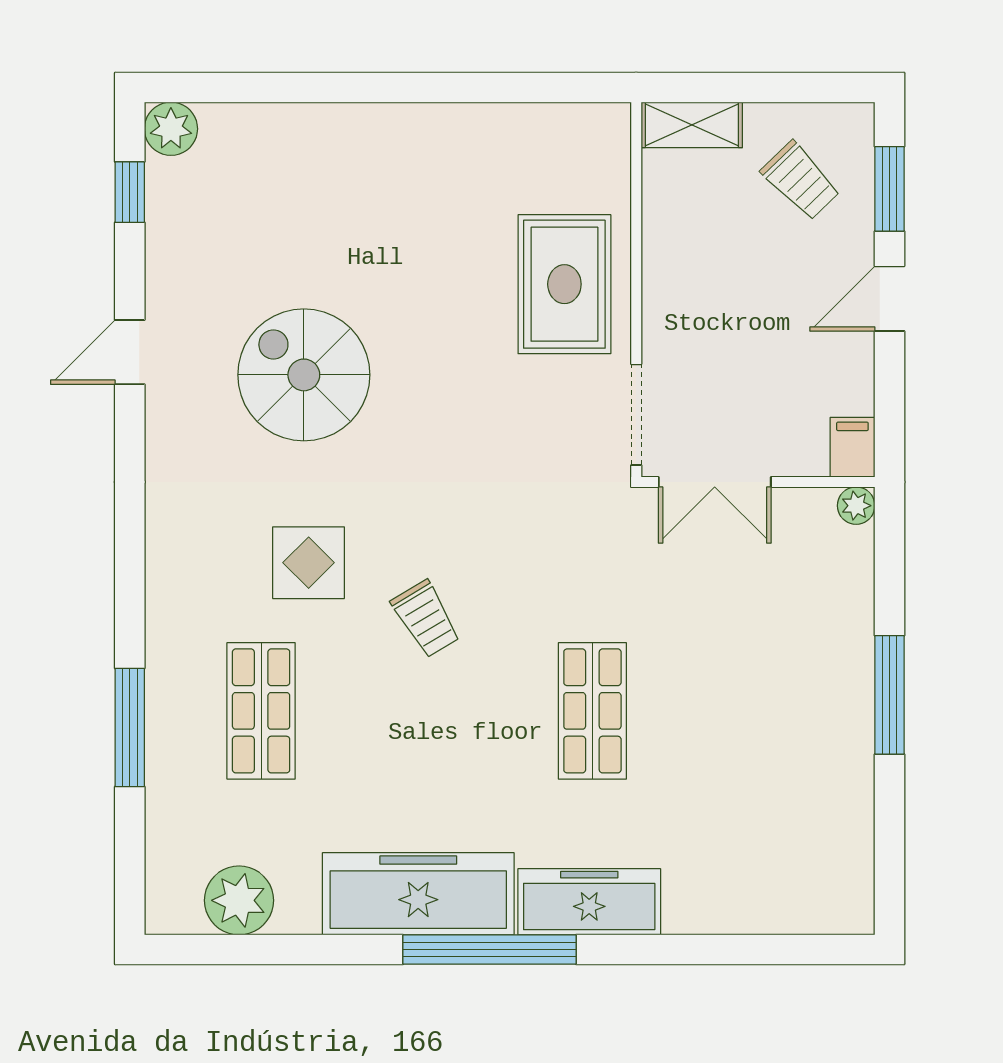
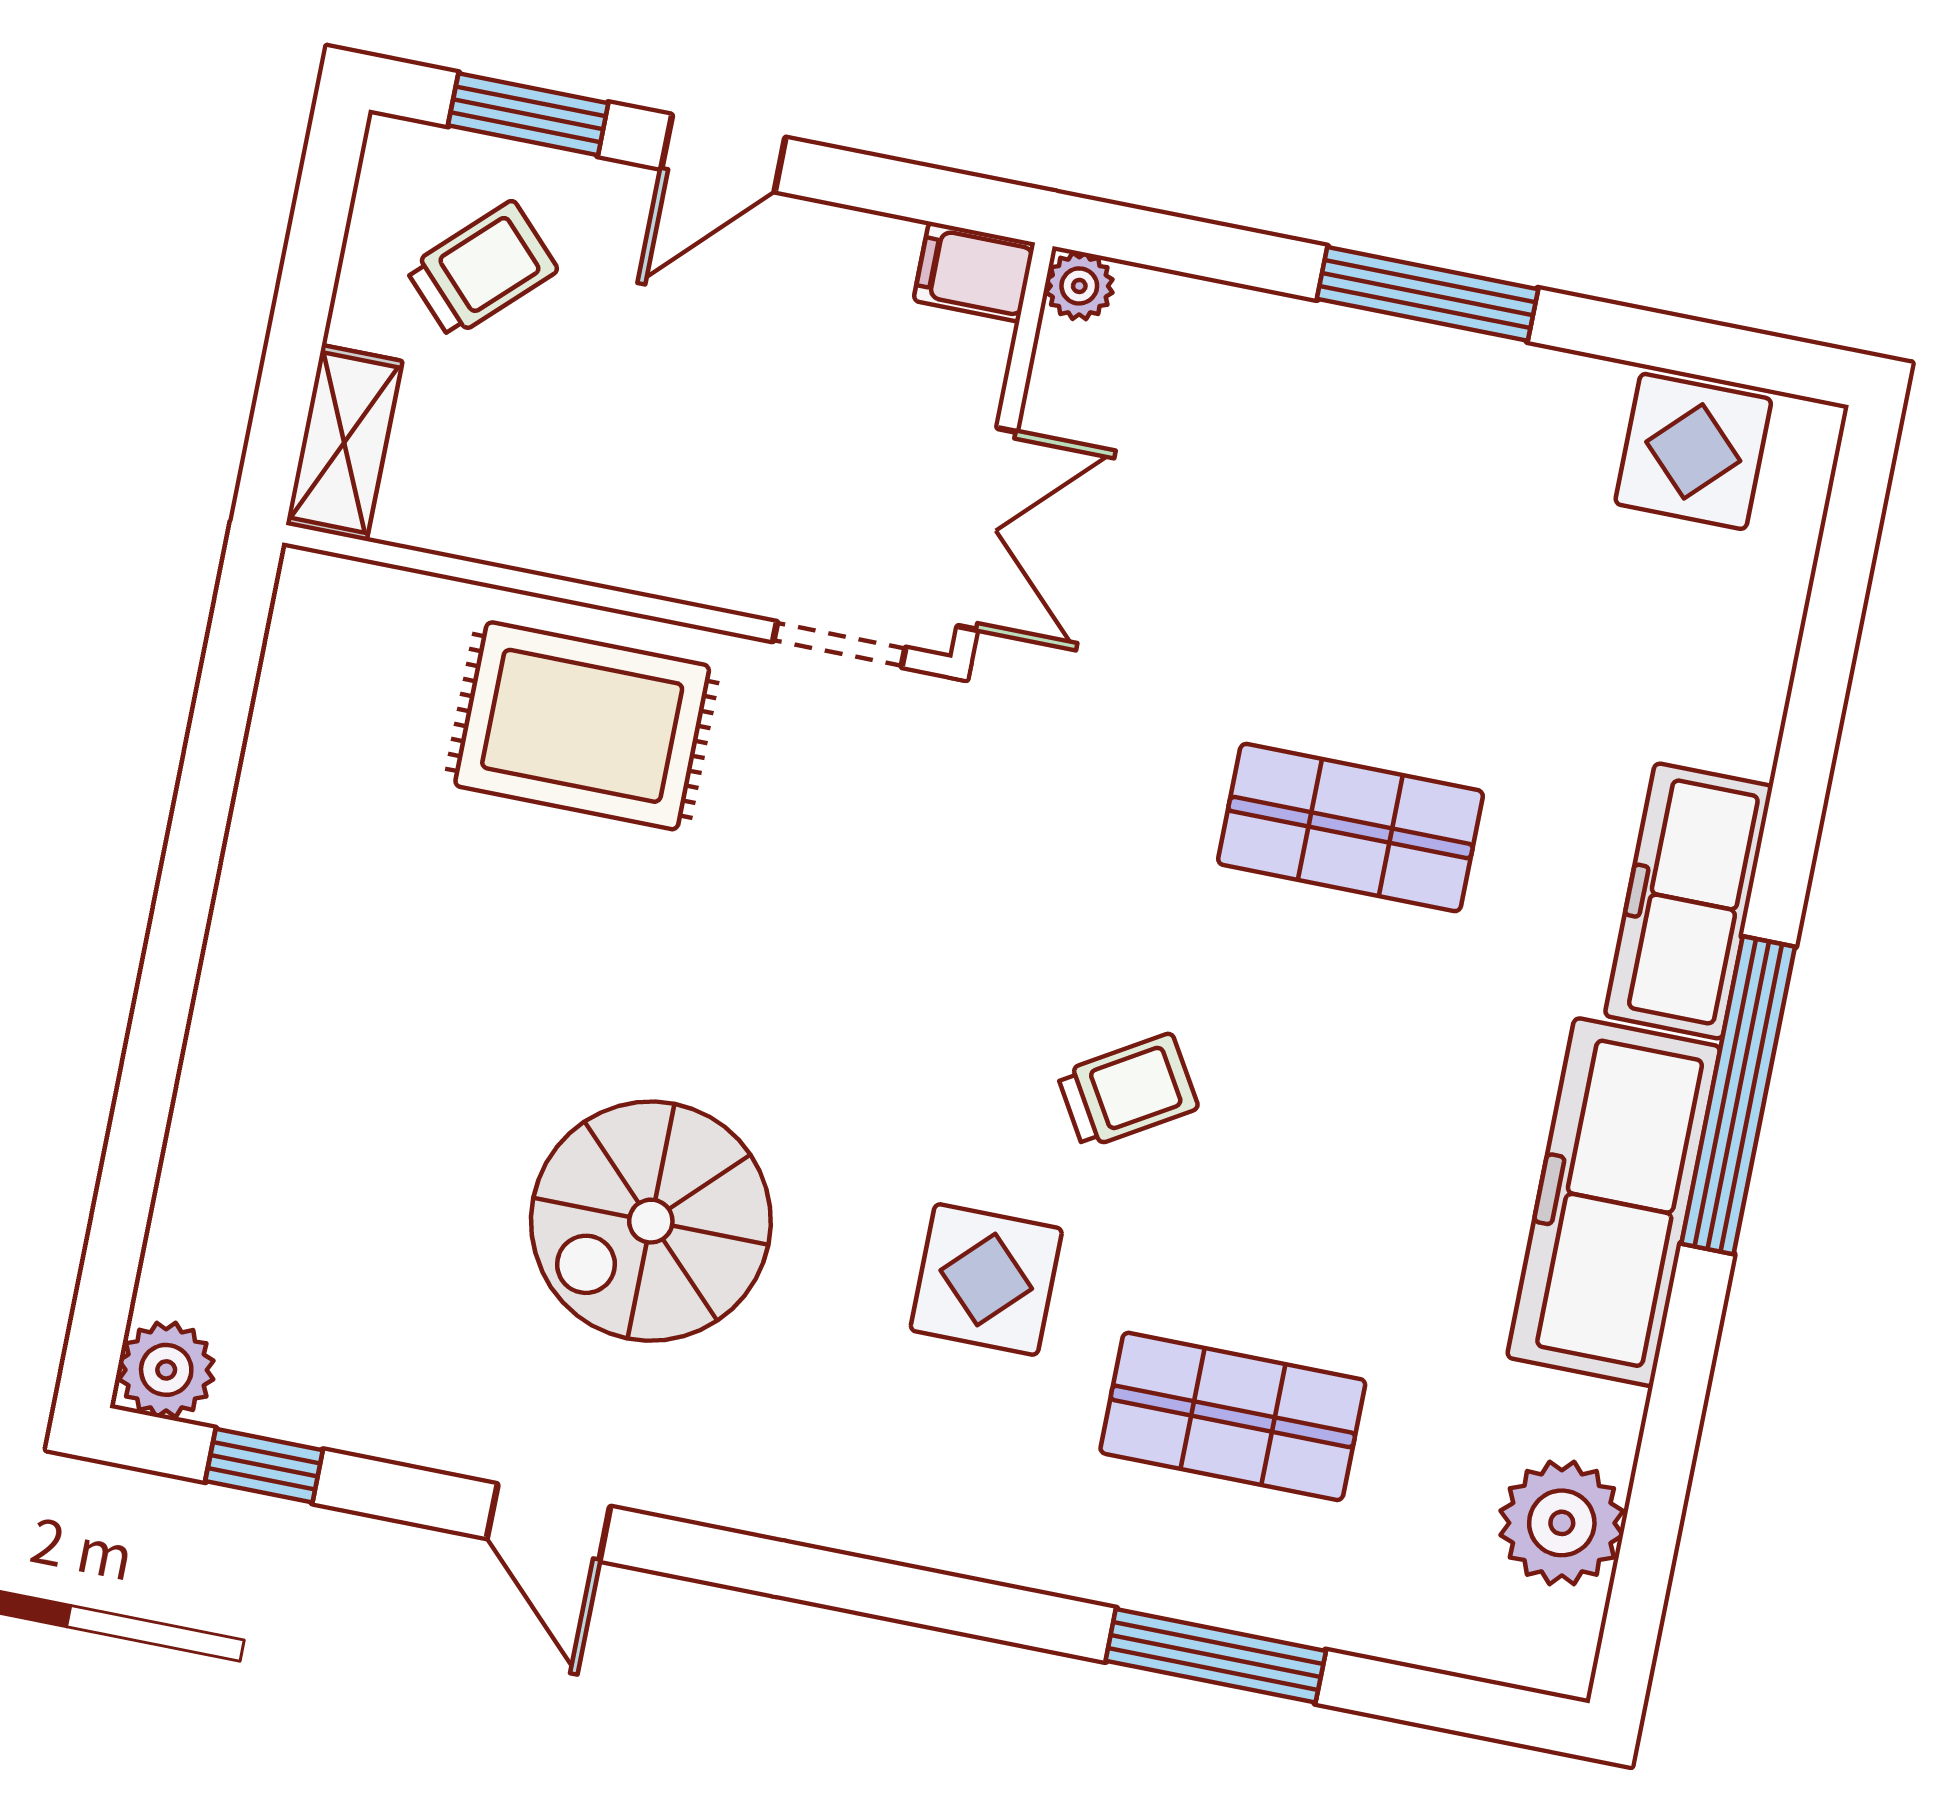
door: (889, 299) -> (723, 153), hinge flipped
doorway: (636, 415) -> (839, 644), width x0.73
display table: (833, 856) -> (1693, 451), added

